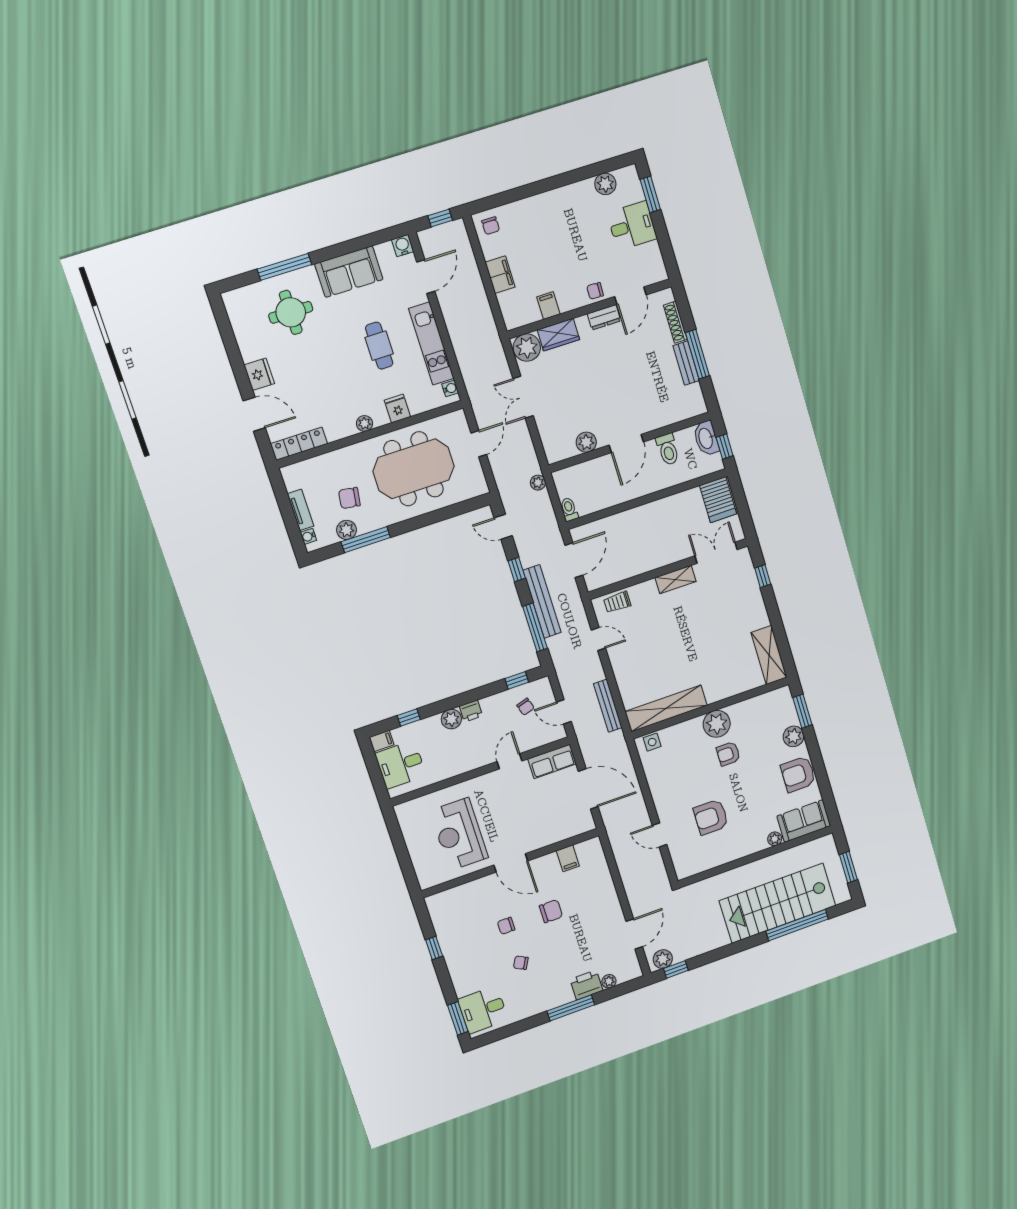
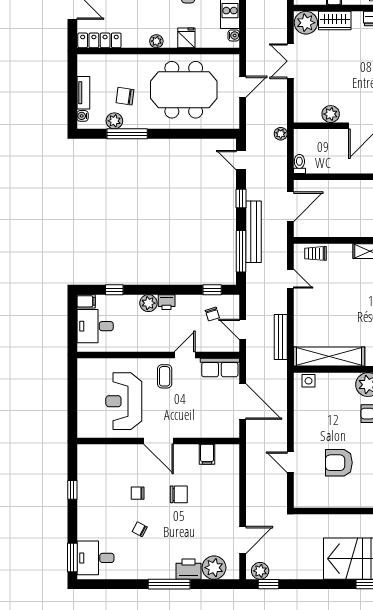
coffee table: (495, 792) -> (165, 376), added
plant: (609, 981) -> (214, 568), width x1.87, depth x1.87

